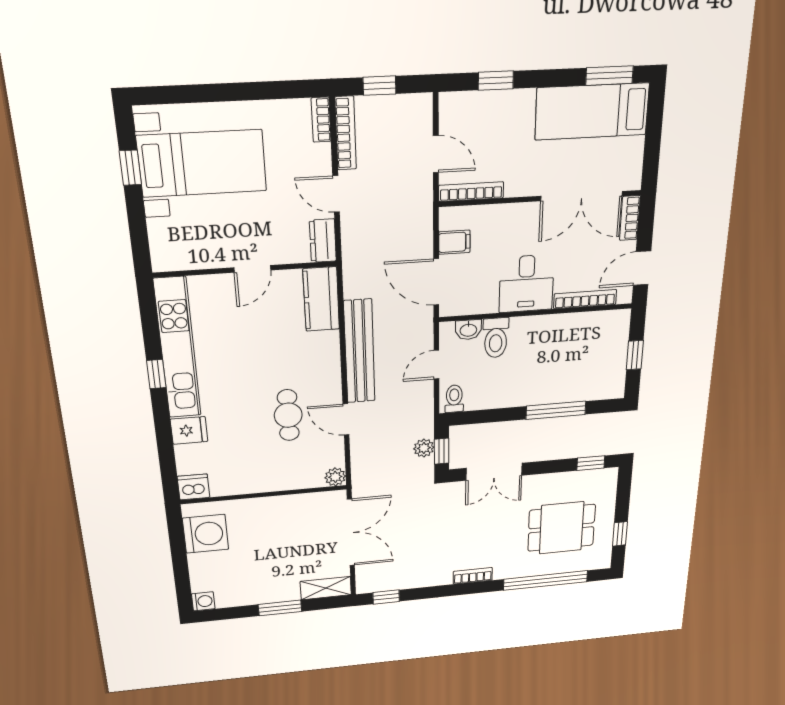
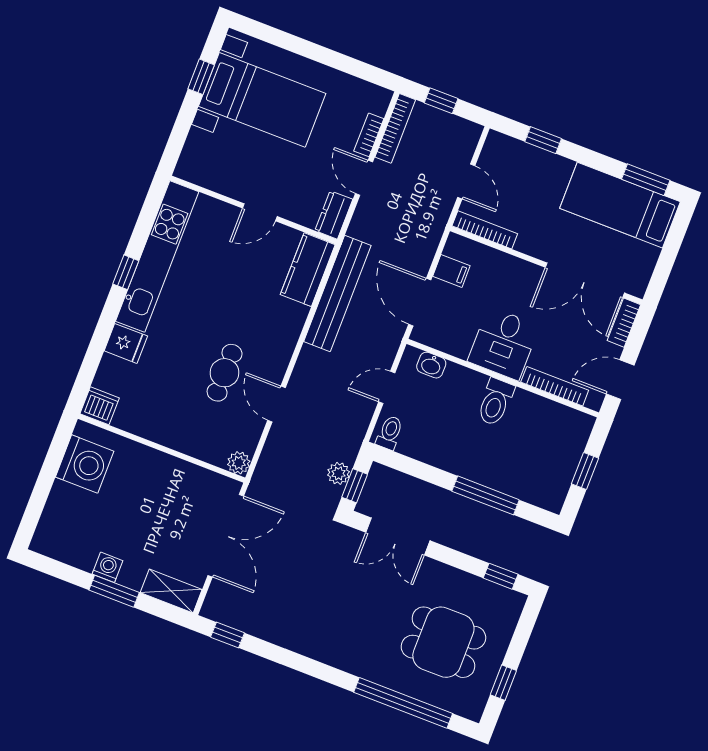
bookcase: (321, 120) -> (369, 135), moved
toilet: (496, 338) -> (495, 402), moved
bench: (359, 352) -> (337, 293), moved
bookcase: (473, 576) -> (328, 655), removed
washing machine: (203, 601) -> (108, 567), moved, turned -90

